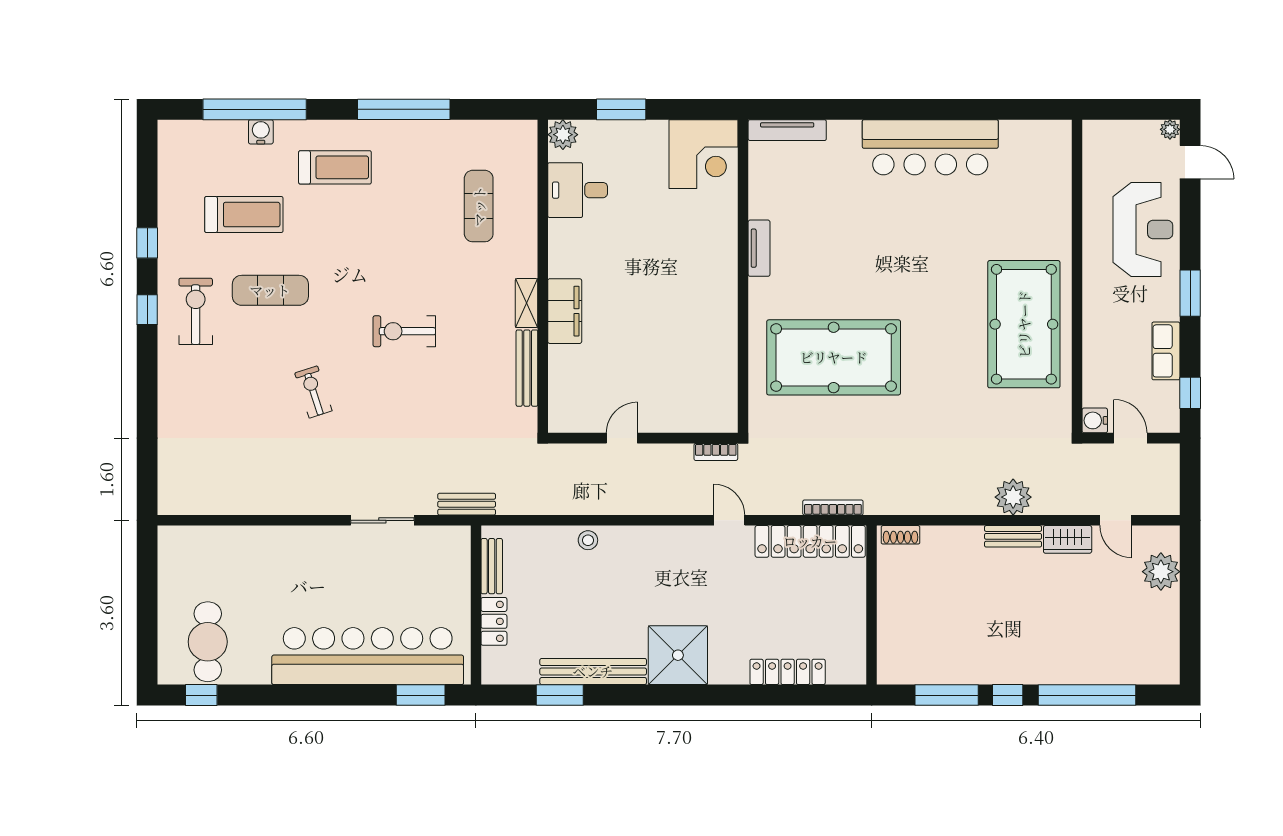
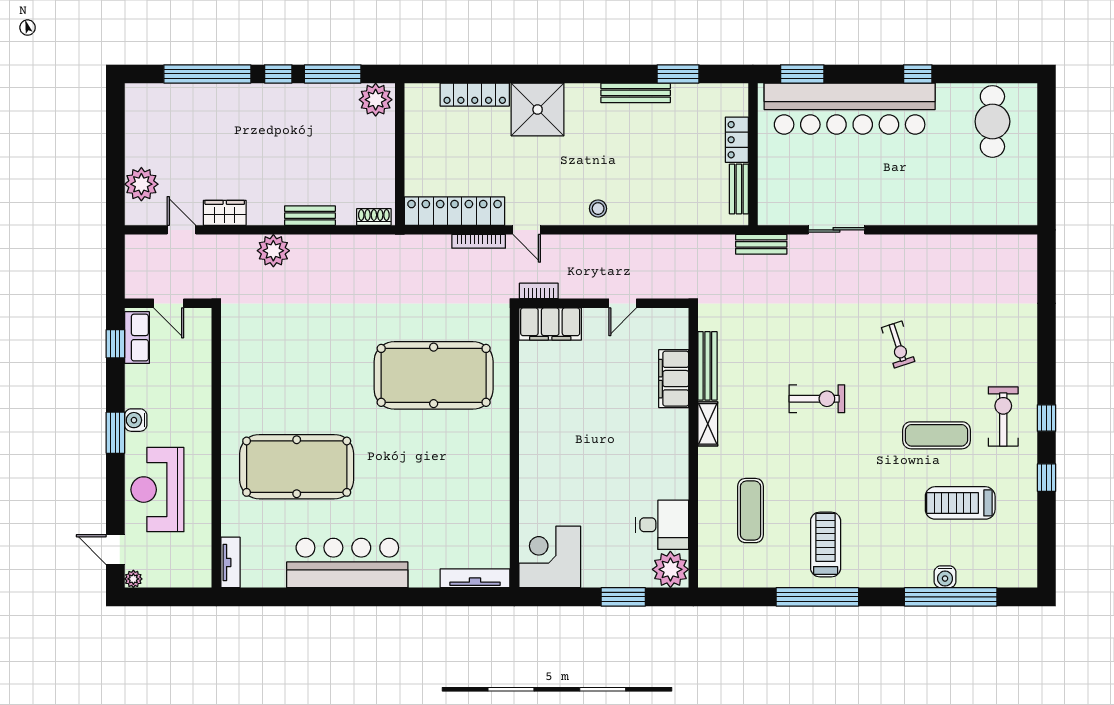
plant: (563, 135) -> (670, 569), width x1.36, depth x1.36
treadmill: (335, 167) -> (826, 545), moved, turned 90
tv unit: (759, 248) -> (230, 562), moved, turned 180
exercise bike: (196, 311) -> (1003, 417), turned 180
filing cabinet: (565, 311) -> (674, 379), moved
pool table: (1024, 324) -> (297, 467), moved, turned 90
row of seats: (1166, 351) -> (137, 338), moved
filing cabinet: (703, 415) -> (550, 324), added
water cooler: (1095, 420) -> (136, 420), moved, turned 180
bookcase: (833, 507) -> (479, 241), moved
bench: (1013, 536) -> (310, 216), moved
stool: (588, 540) -> (598, 209), moved
shower: (678, 655) -> (538, 109), moved
plant: (899, 666) -> (376, 100), added
bench: (593, 671) -> (636, 93), width x0.73, depth x0.82
window: (201, 695) -> (918, 74), moved

